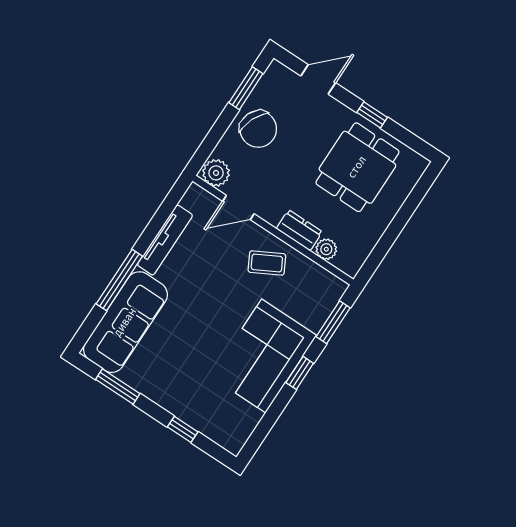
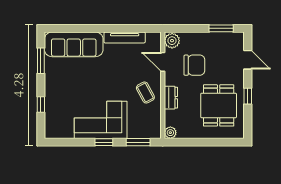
chair: (258, 129) -> (194, 65), moved, turned -113
dining table: (357, 167) -> (219, 105), turned 90
plant: (326, 249) -> (170, 133), moved
window: (119, 280) -> (92, 28), removed

